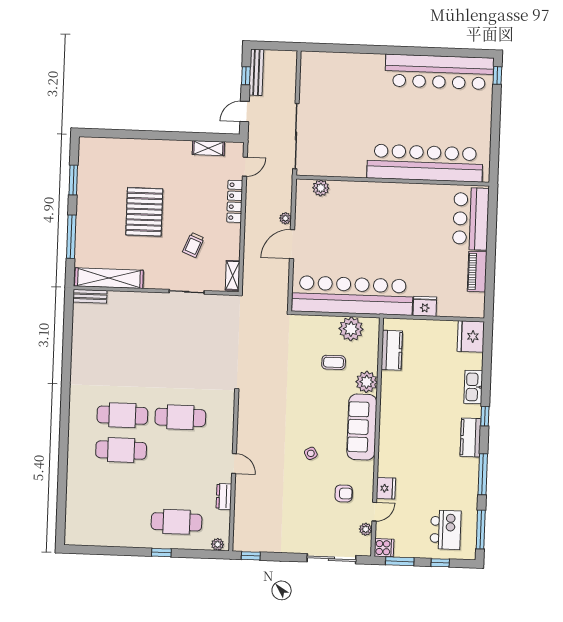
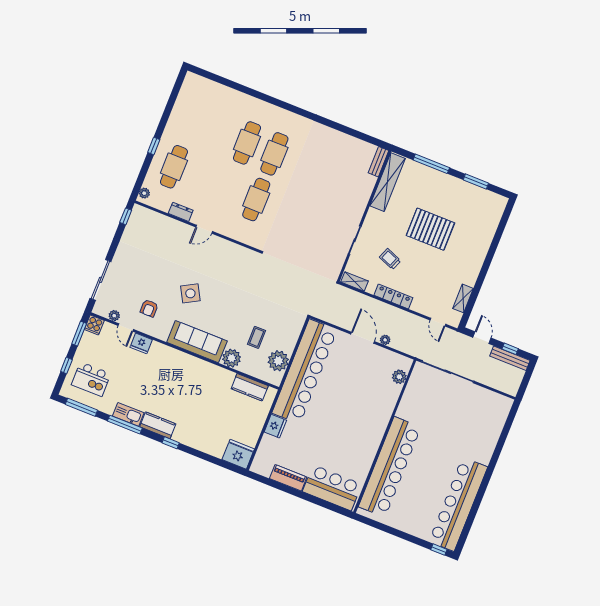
locker: (235, 201) -> (393, 296), moved
kitchen sink: (473, 387) -> (128, 414), moved
side table: (311, 453) -> (190, 293), width x1.87, depth x1.87

